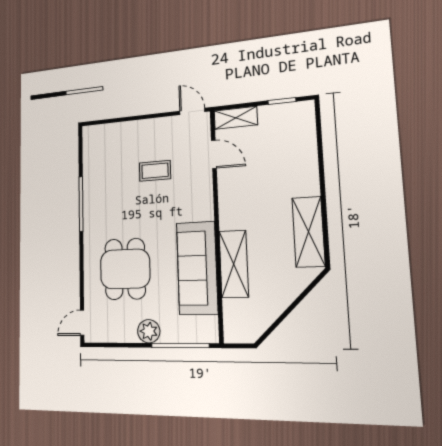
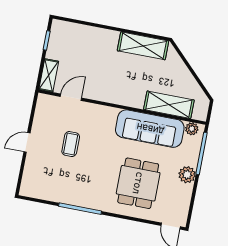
door: (192, 111) -> (27, 142), moved
shelving: (234, 264) -> (169, 105), moved
dining table: (125, 269) -> (138, 183), turned 90
plant: (210, 325) -> (192, 129), added

